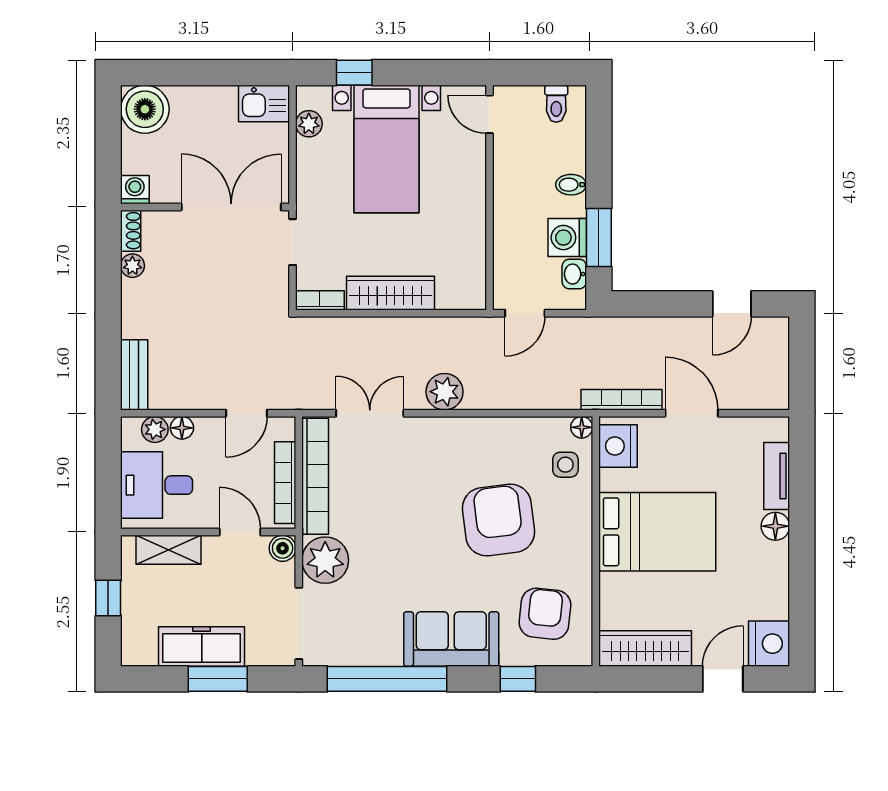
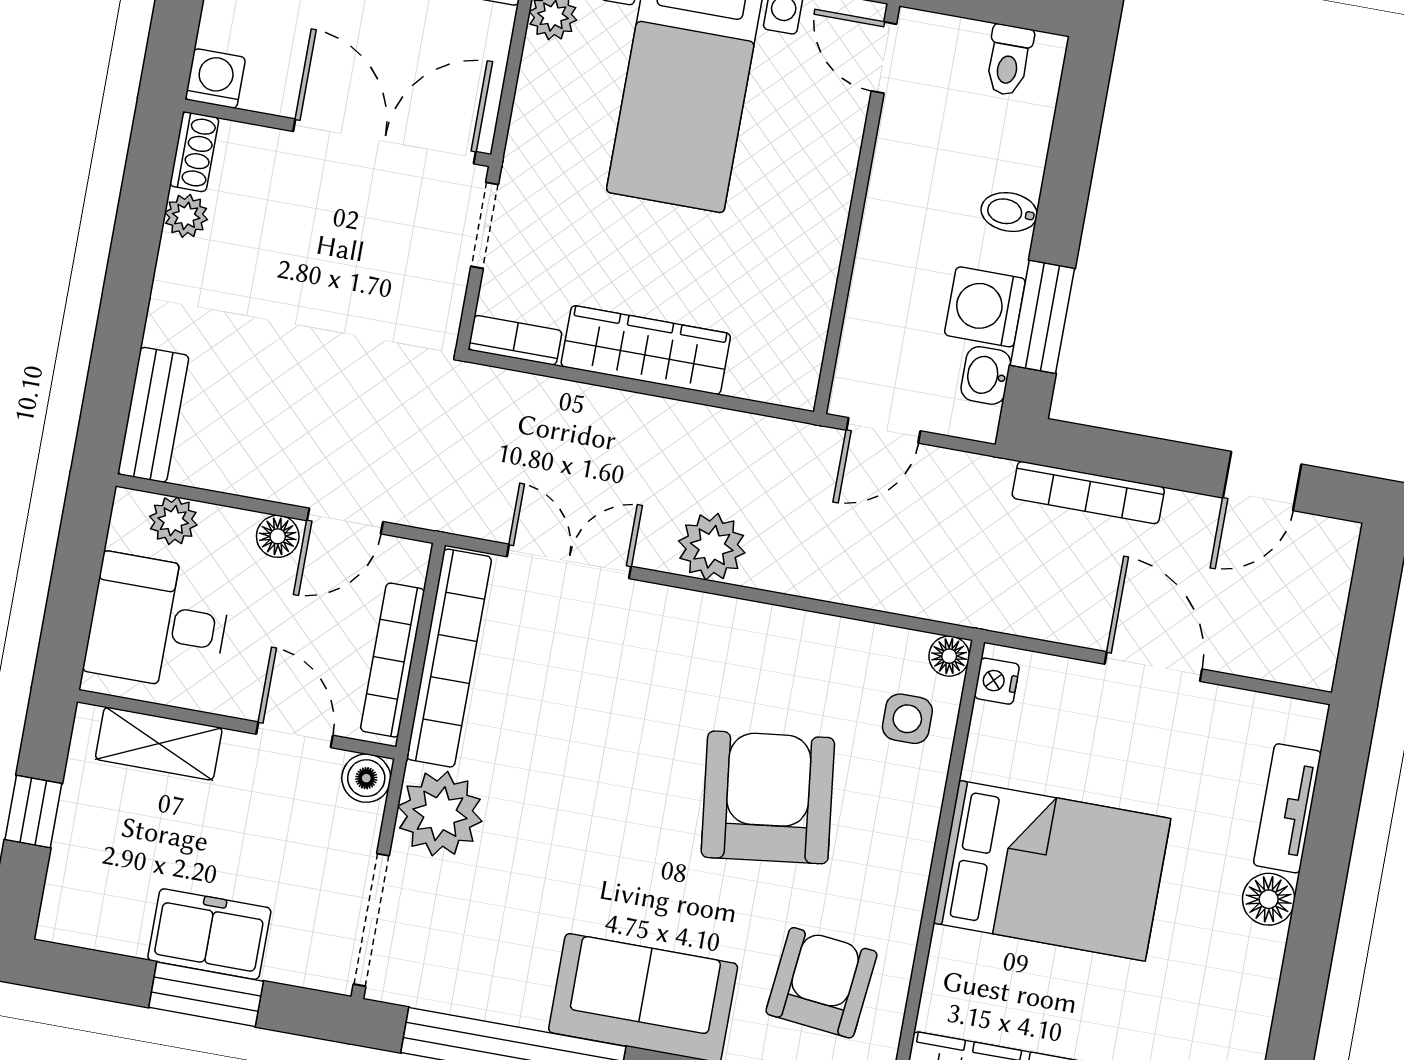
bookcase: (621, 400) -> (1088, 493), moved, turned 180
floor lamp: (182, 428) -> (278, 536), moved
nightstand: (618, 446) -> (997, 681), width x0.53, depth x0.56
freezer: (202, 646) -> (209, 934), width x0.71

